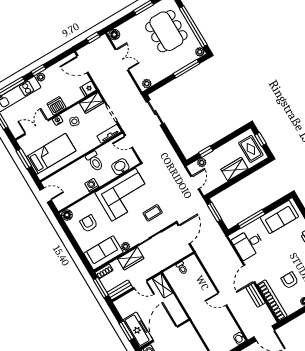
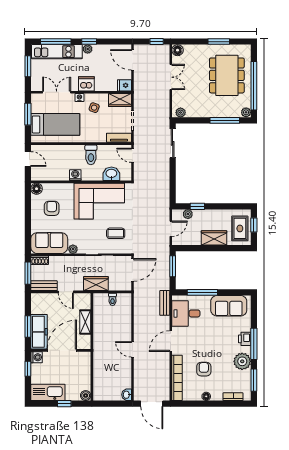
wardrobe: (131, 259) -> (96, 284), moved, turned 180
shelving: (163, 286) -> (85, 322), moved
bench: (255, 295) -> (165, 303), moved

